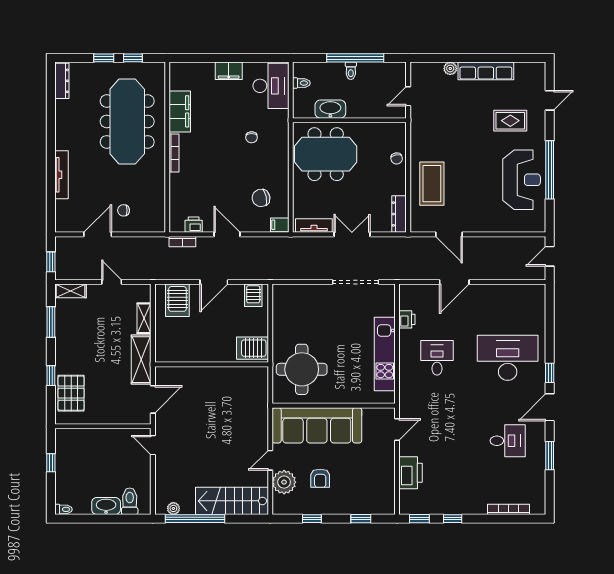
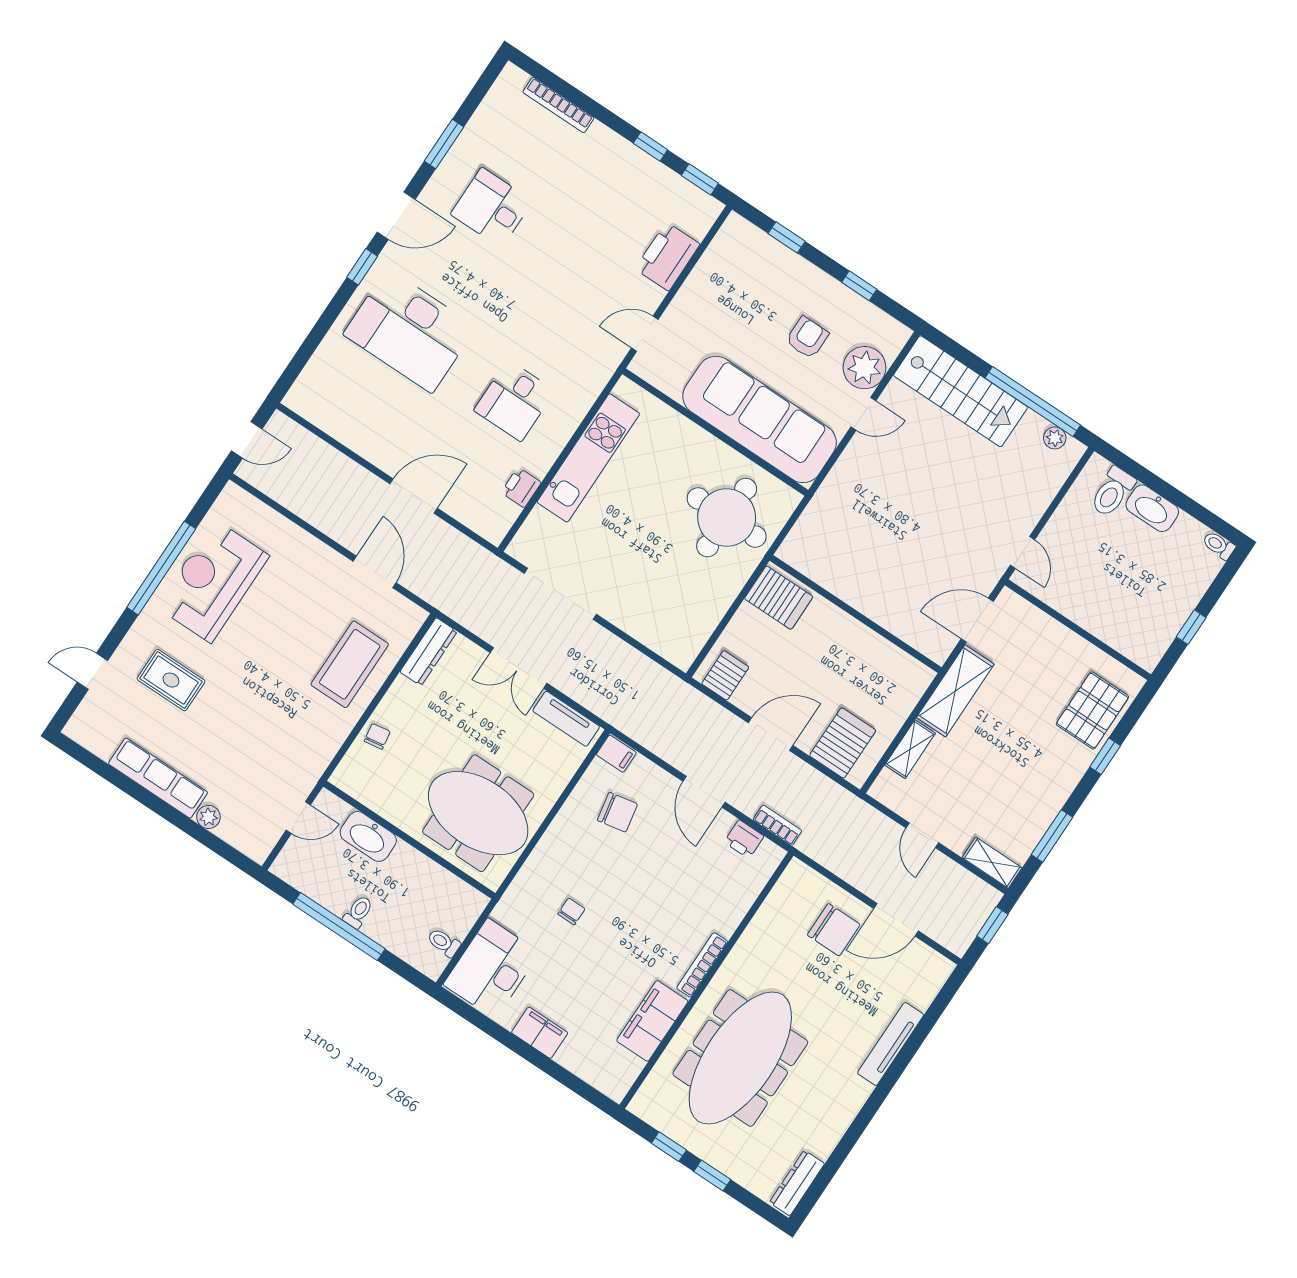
washbasin: (330, 109) -> (368, 836), moved
chair: (124, 210) -> (834, 930), width x1.87, depth x1.87

